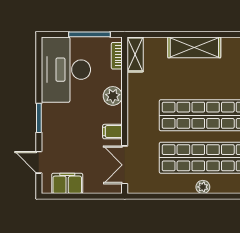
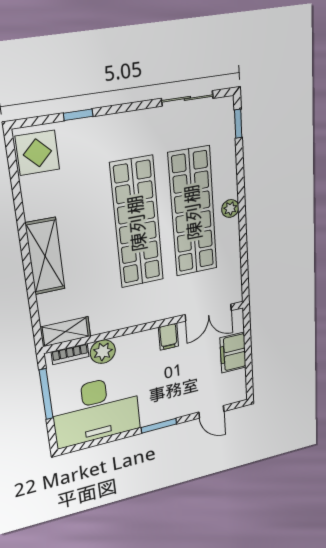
plant: (113, 96) -> (103, 352), moved
door: (39, 162) -> (211, 412), hinge flipped
filing cabinet: (67, 183) -> (233, 353), moved

